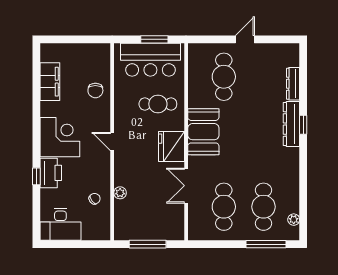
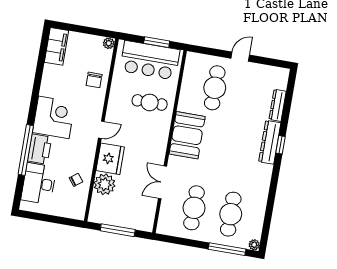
plant: (104, 49) -> (109, 43), added
filing cabinet: (50, 82) -> (57, 46), moved
door: (112, 141) -> (101, 130), swing flipped
fridge: (171, 146) -> (110, 159), moved, turned 180
window: (36, 176) -> (26, 150), width x3.17
plant: (120, 193) -> (105, 184), width x1.88, depth x1.88
plant: (294, 220) -> (254, 245), moved
desk: (60, 224) -> (39, 184), moved, turned 90

